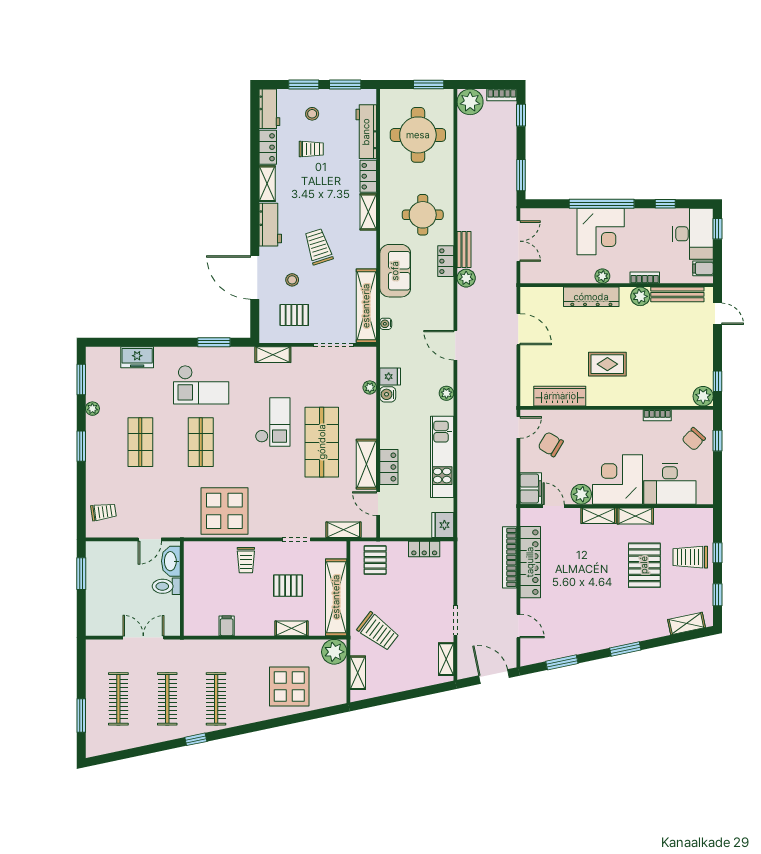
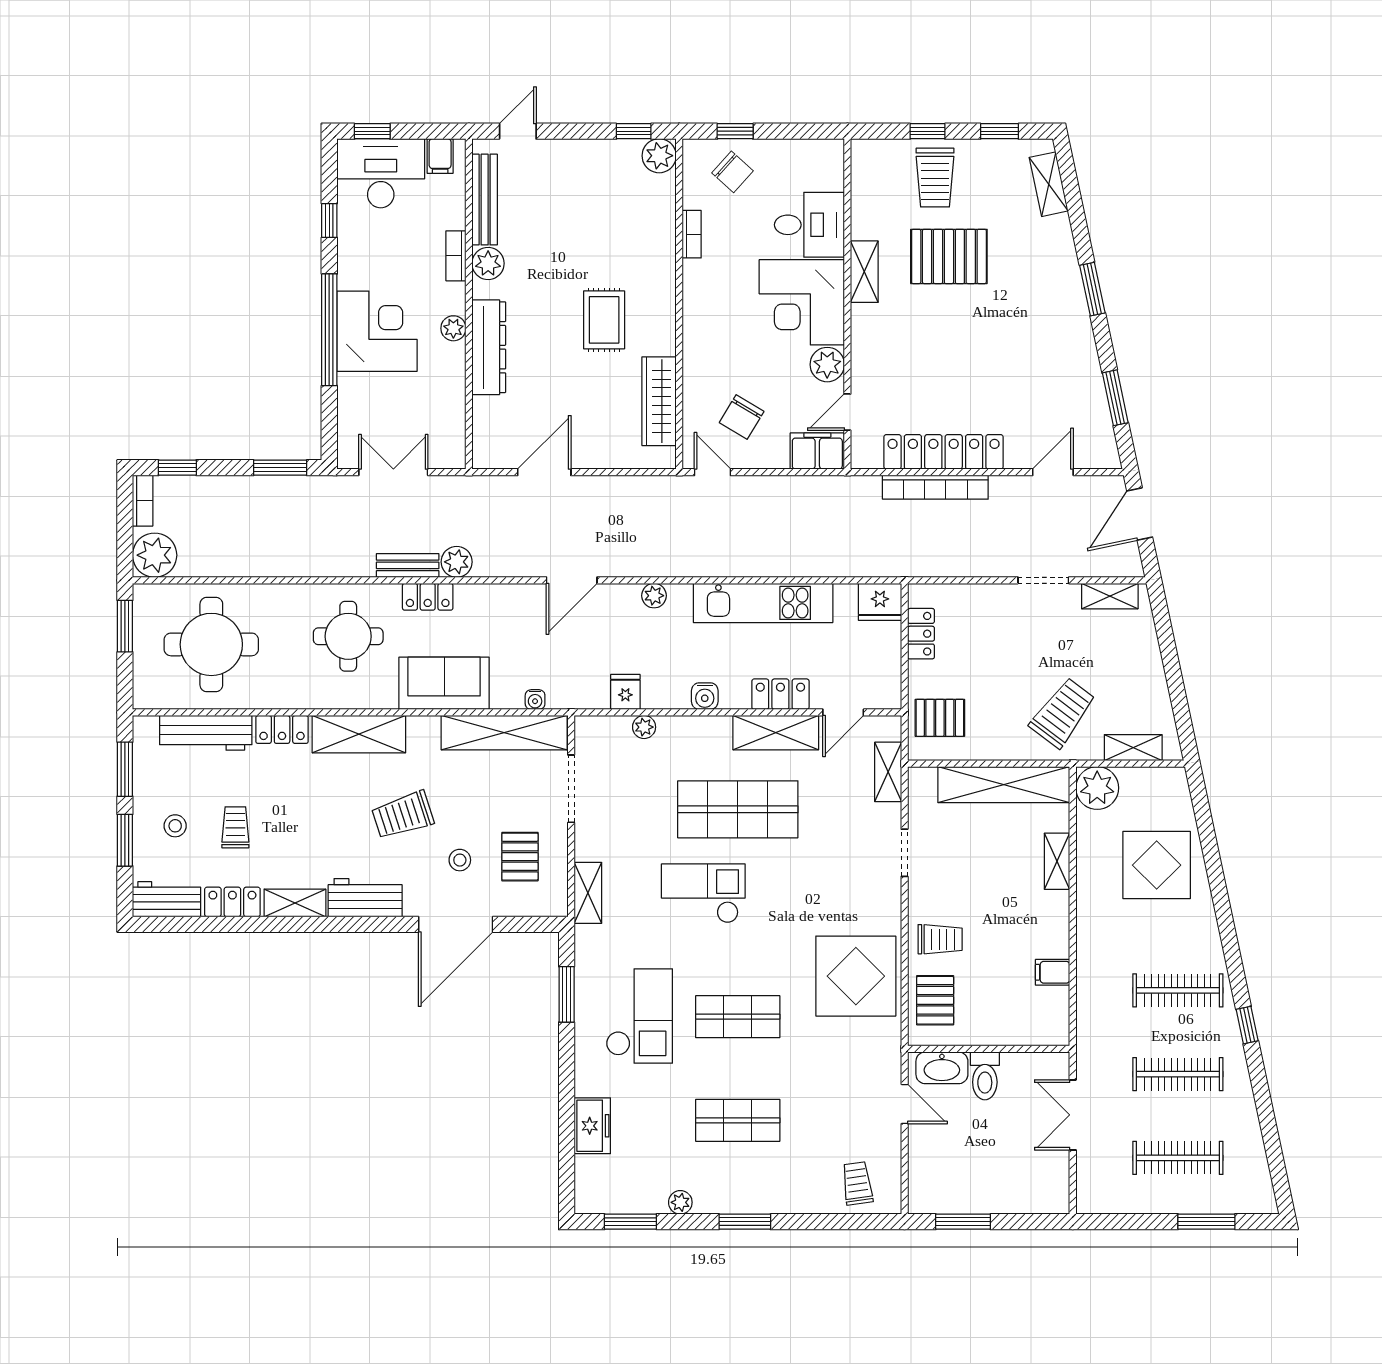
shelving: (368, 212) -> (359, 734), width x1.50, depth x1.33
water cooler: (388, 394) -> (705, 696), moved
desk: (670, 484) -> (809, 225), width x0.73
shelving: (599, 516) -> (864, 335), removed
pallet: (288, 586) -> (935, 1000), moved

